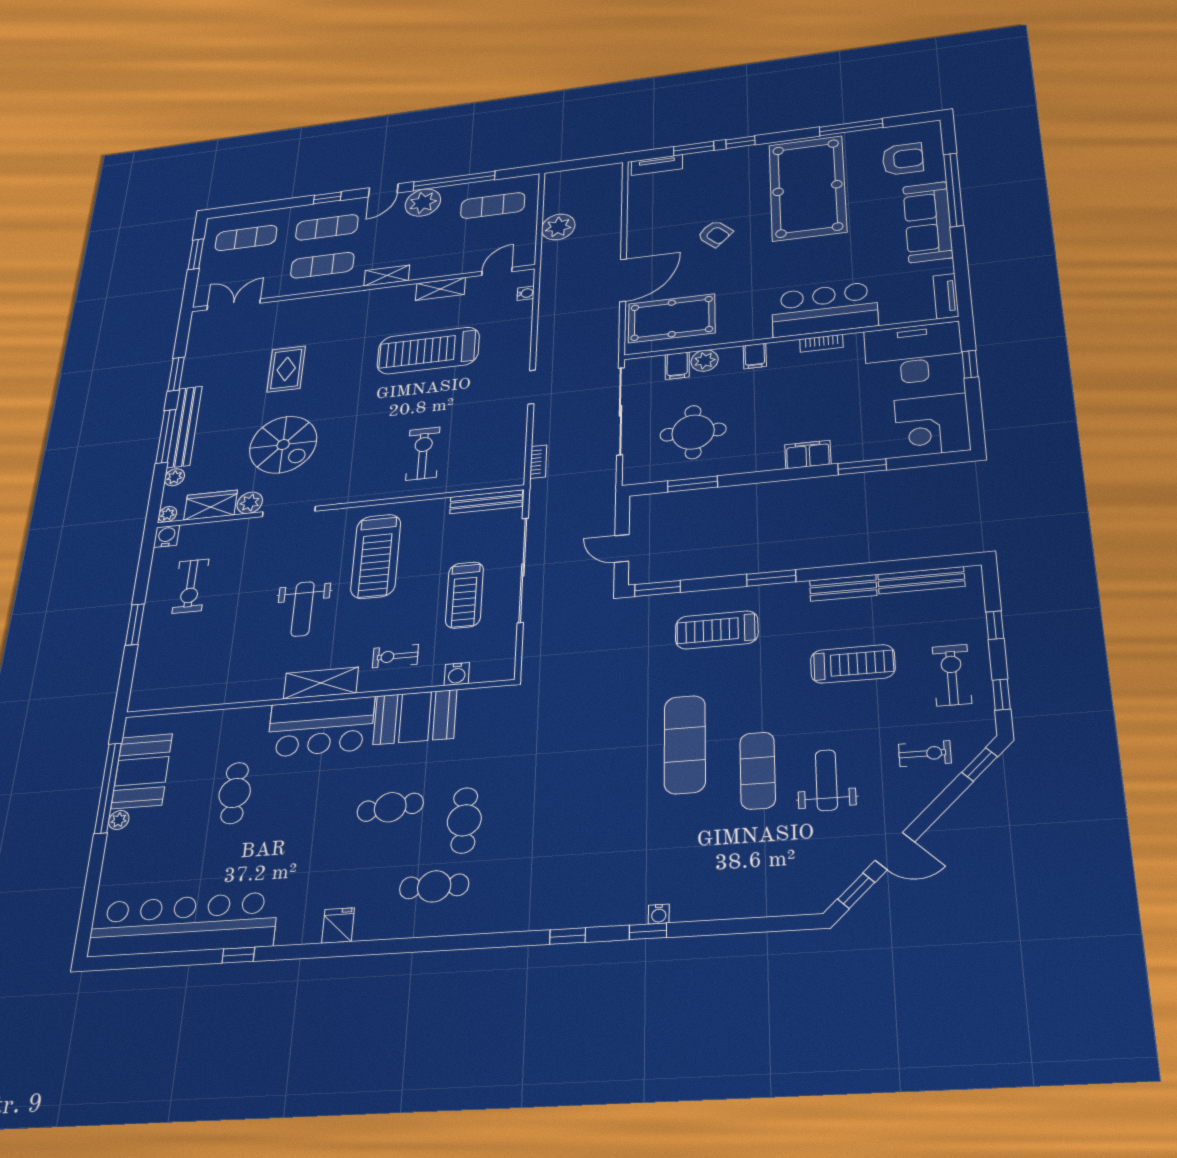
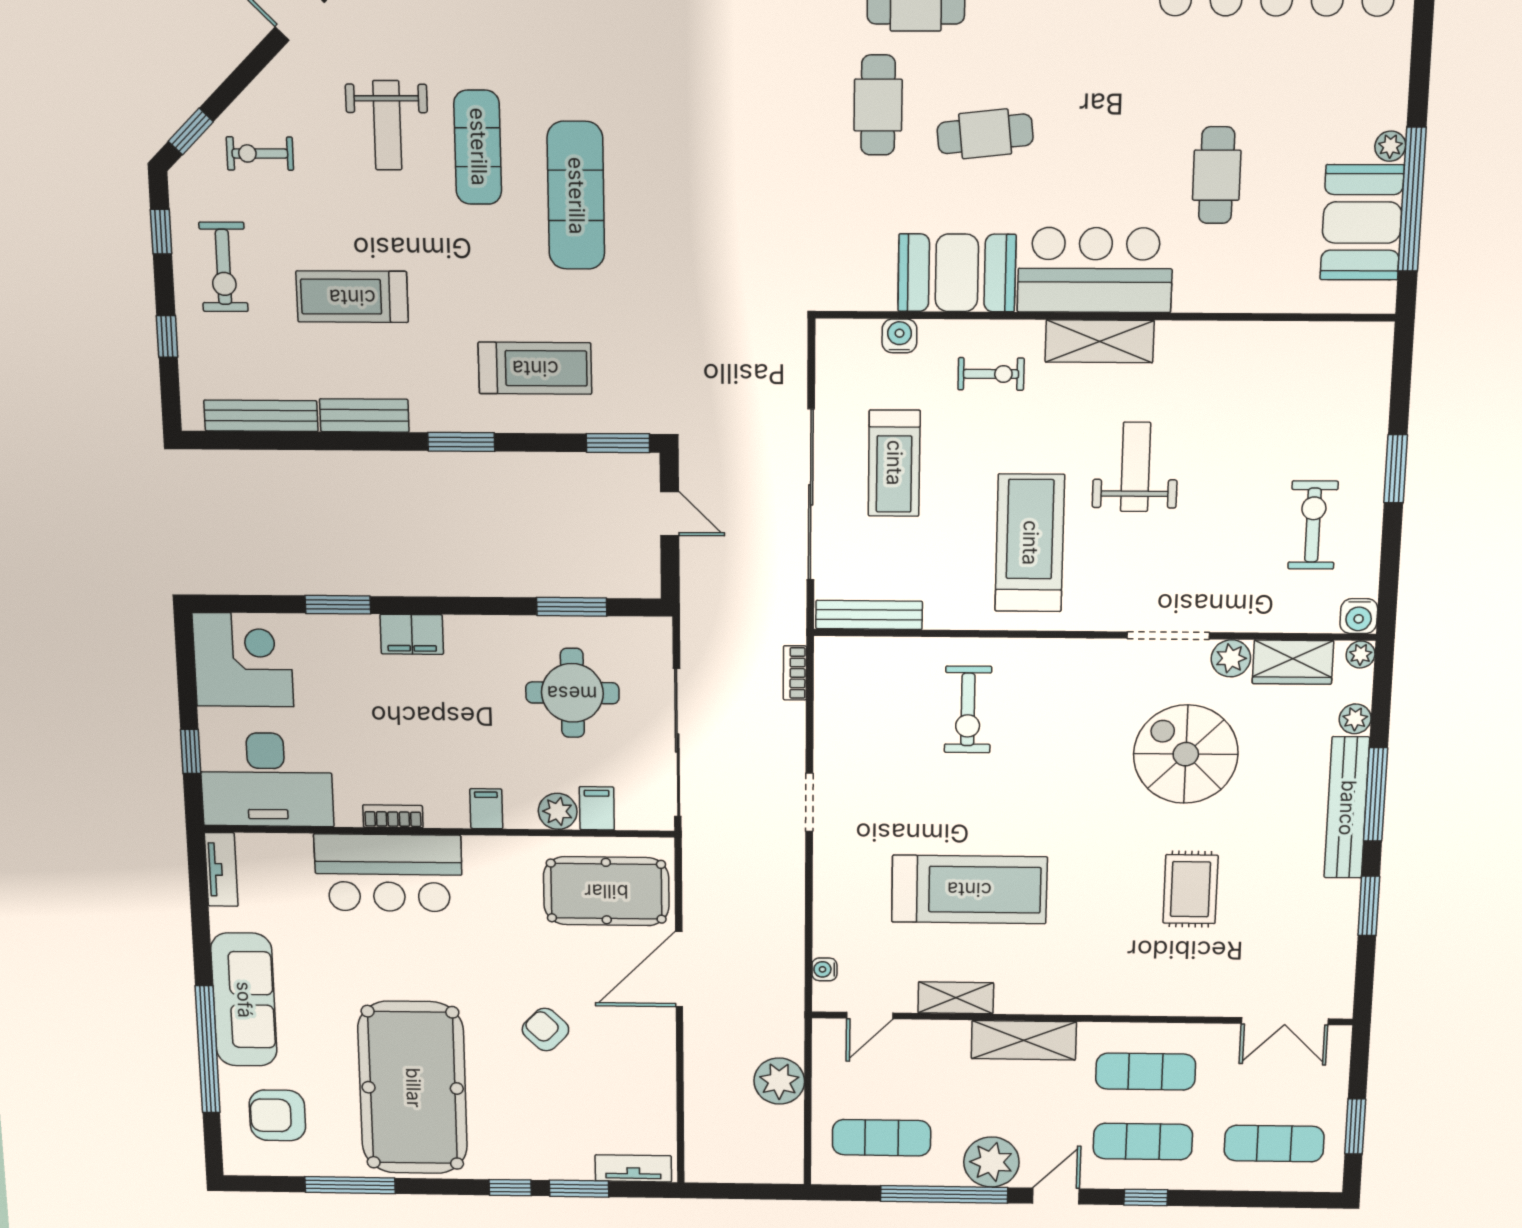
shelving: (387, 276) -> (1024, 1040), width x1.50, depth x1.33
treadmill: (464, 595) -> (894, 463), turned 180

